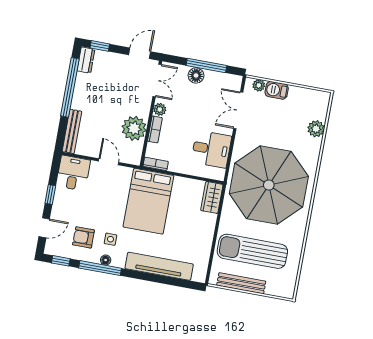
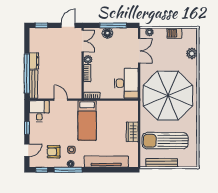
dresser: (86, 60) -> (34, 61), moved
window: (70, 87) -> (27, 74), moved
barbecue: (277, 90) -> (174, 33), moved
double door: (238, 110) -> (139, 51), swing flipped
plant: (134, 128) -> (74, 75), removed
desk: (211, 149) -> (126, 83), width x1.37
wardrobe: (212, 197) -> (132, 132), moved
bed: (148, 201) -> (87, 121), width x0.67

